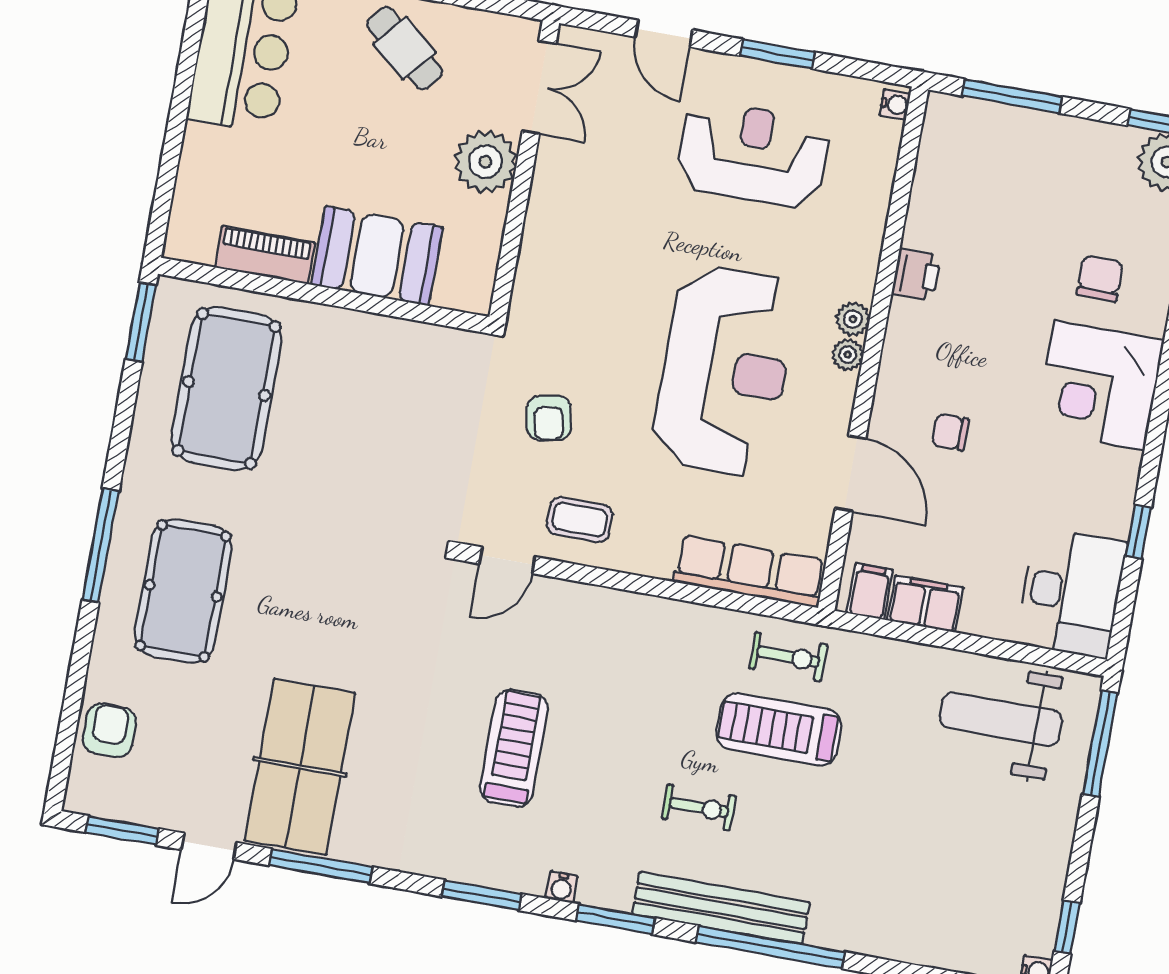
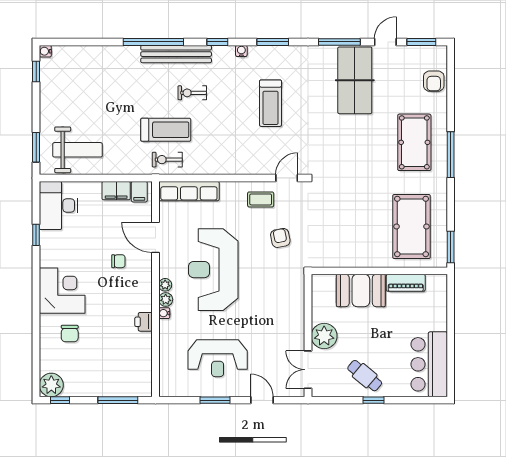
water cooler: (895, 104) -> (164, 313), moved
window: (1100, 744) -> (36, 147), width x0.69
window: (616, 919) -> (217, 42), width x0.67

